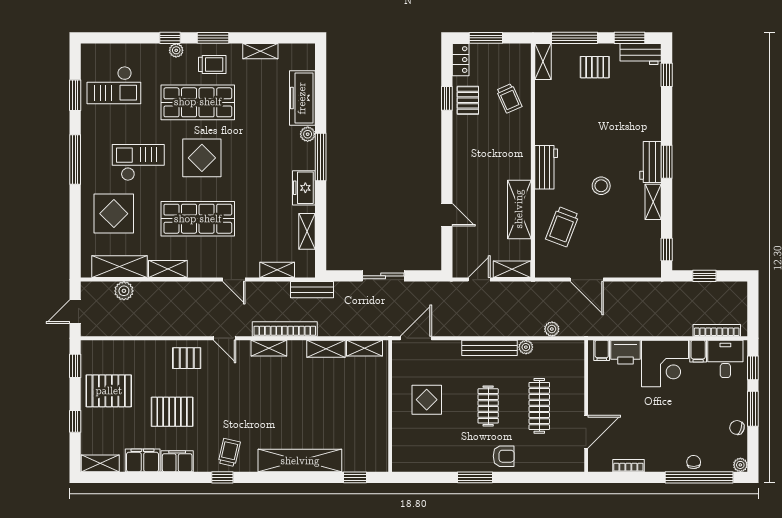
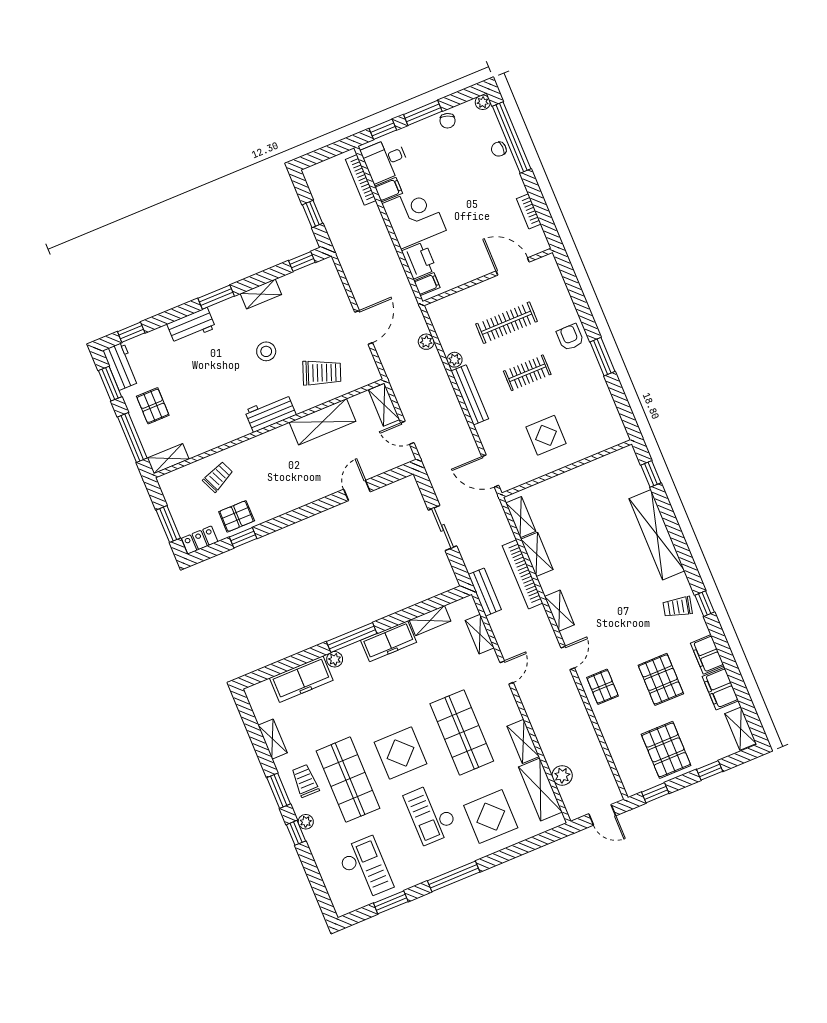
workbench: (651, 162) -> (191, 326), moved
freezer: (304, 188) -> (389, 641), width x1.40
bookcase: (285, 329) -> (523, 574), moved

